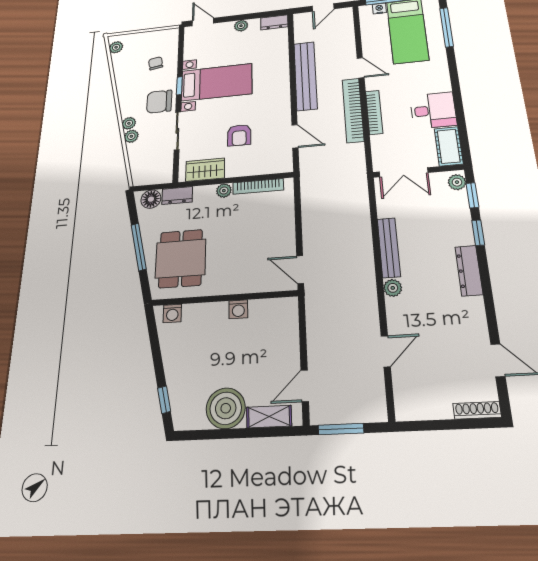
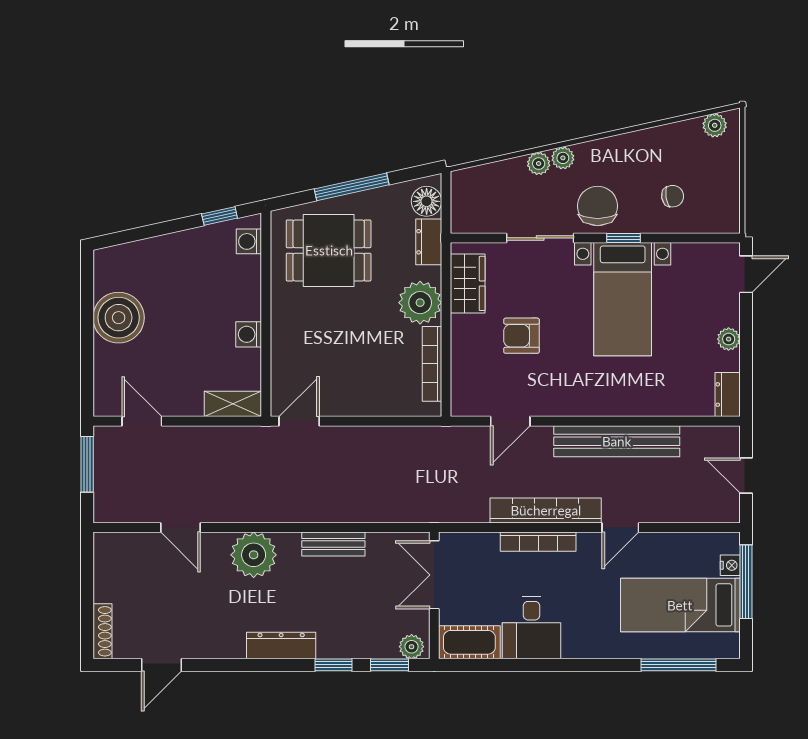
plant: (224, 191) -> (420, 303), width x1.88, depth x1.88
bench: (389, 247) -> (333, 544), width x0.73
plant: (393, 288) -> (254, 555), width x1.87, depth x1.87
window: (164, 400) -> (220, 216), moved
shelving: (269, 417) -> (233, 404), moved, turned 90

